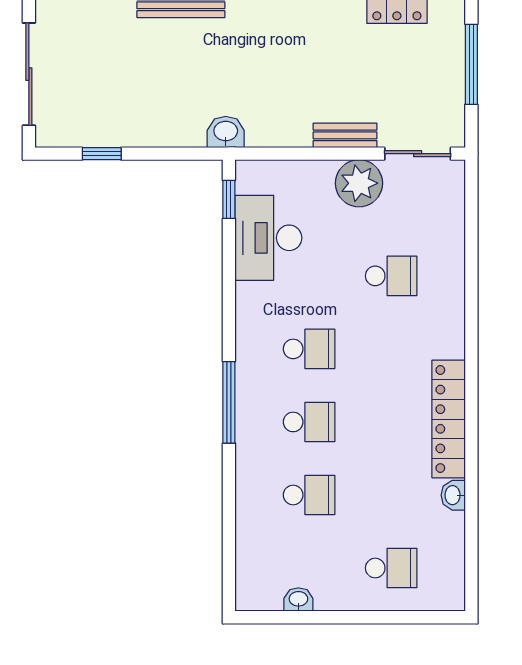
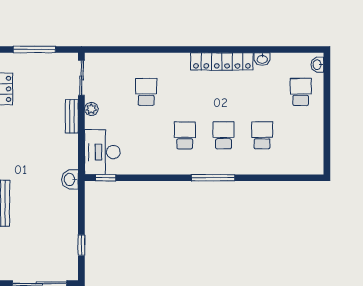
plant: (359, 183) -> (91, 109), width x0.53, depth x0.53
desk: (268, 238) -> (102, 152), moved, turned 90
washbasin: (298, 600) -> (317, 65), moved

